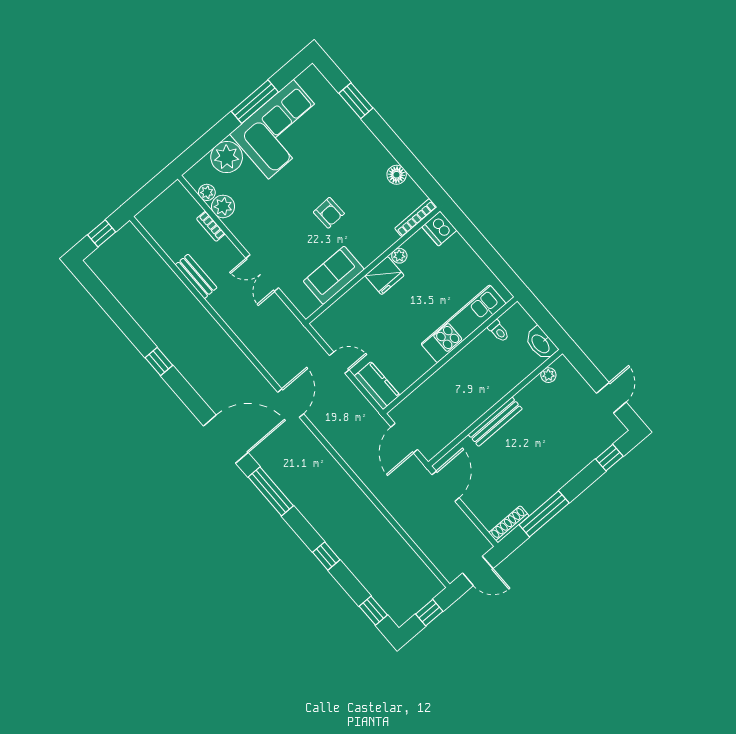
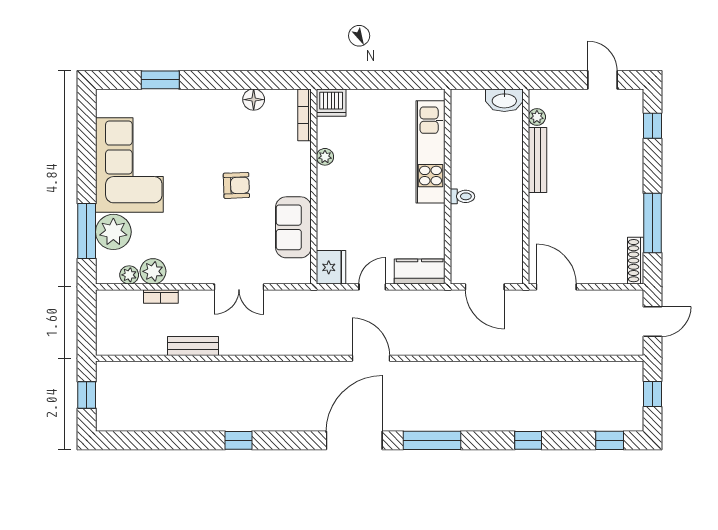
window: (255, 102) -> (87, 231), moved
fridge: (385, 276) -> (331, 267), moved
toilet: (499, 331) -> (462, 196), moved
bench: (495, 422) -> (538, 160), moved

